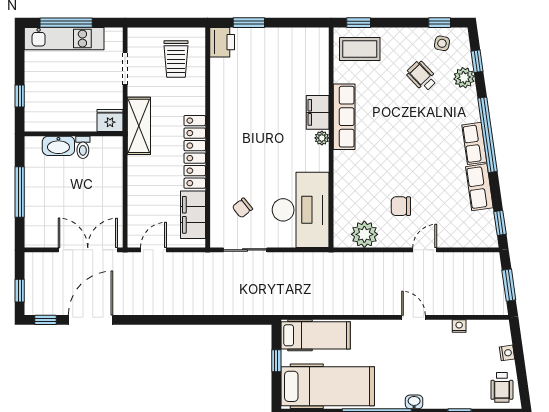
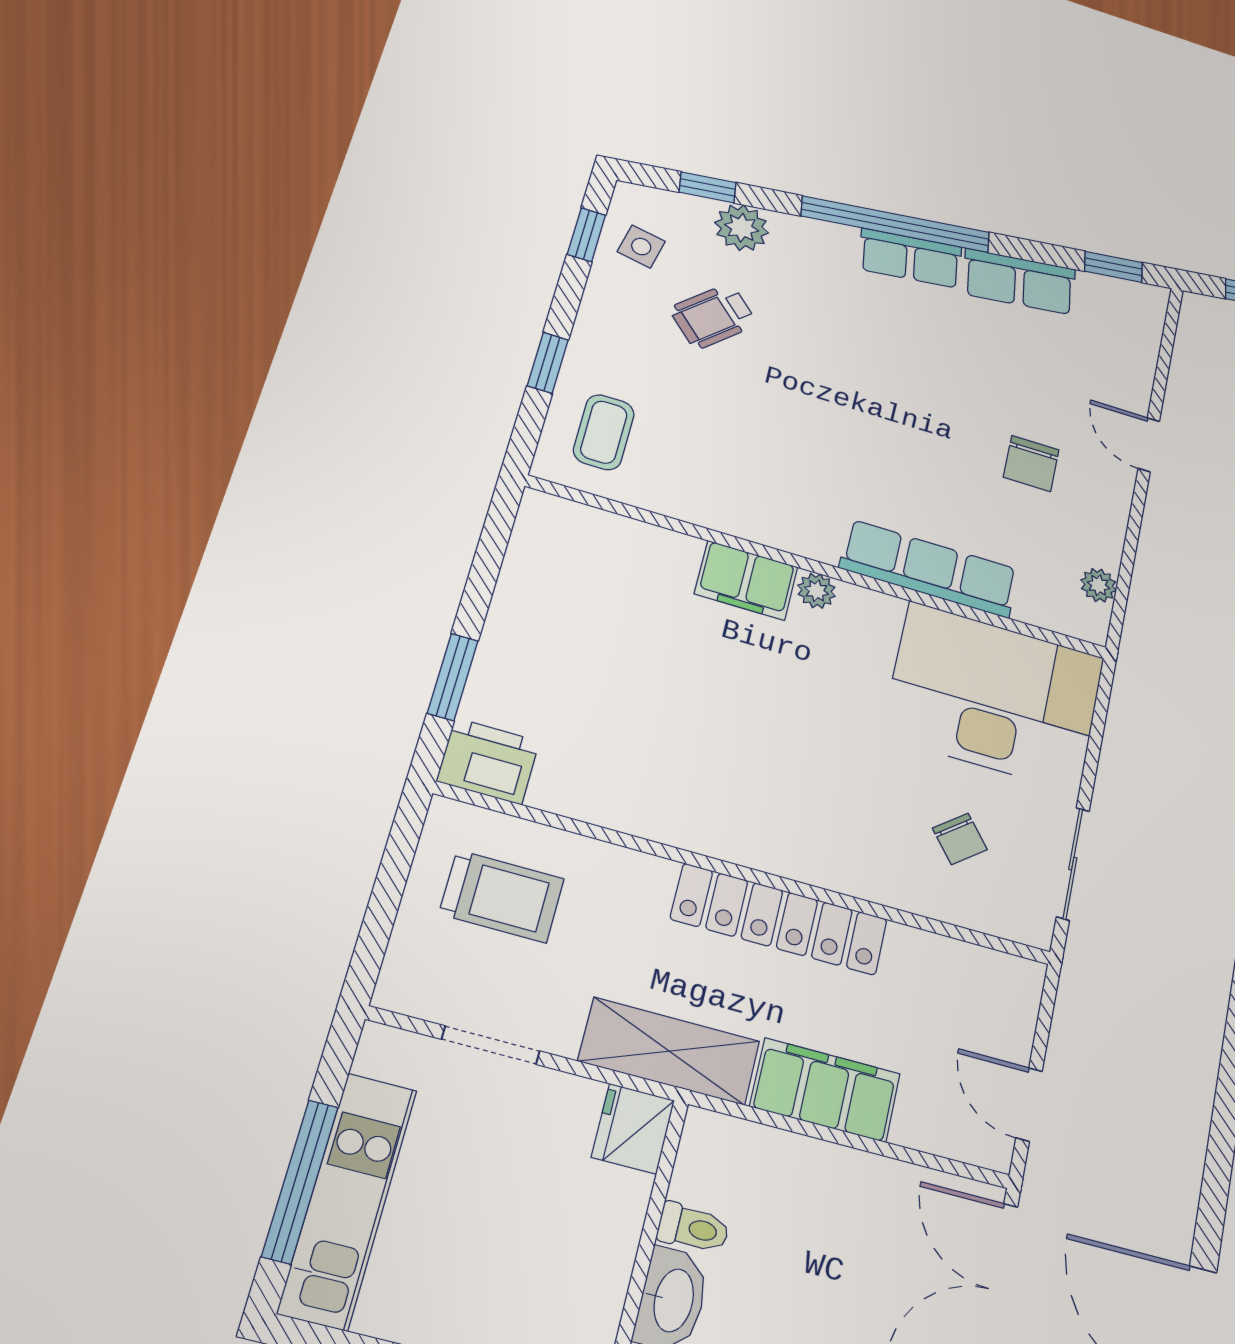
window: (359, 23) -> (548, 363), moved
coffee table: (360, 49) -> (604, 432), width x0.73, depth x0.77
row of seats: (344, 117) -> (929, 569), moved
filing cabinet: (193, 215) -> (825, 1090), moved, turned 180
plant: (364, 234) -> (1099, 585), width x0.53, depth x0.53

